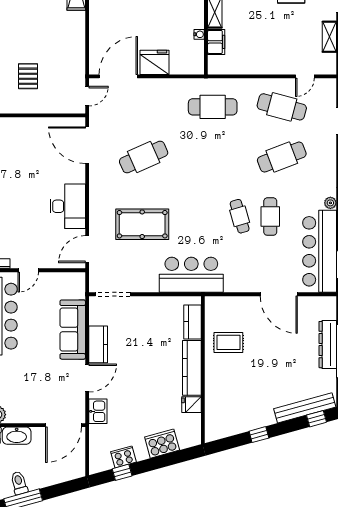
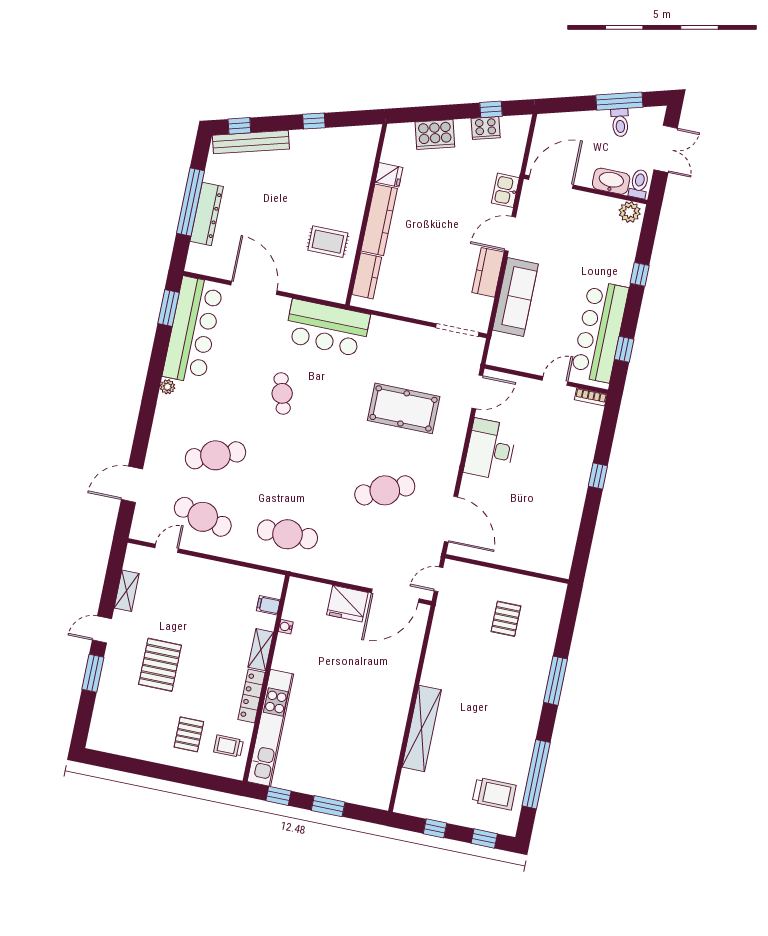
filing cabinet: (216, 42) -> (268, 605), width x0.50
cafe table: (270, 217) -> (245, 385), removed
bar counter: (191, 275) -> (327, 328), moved

